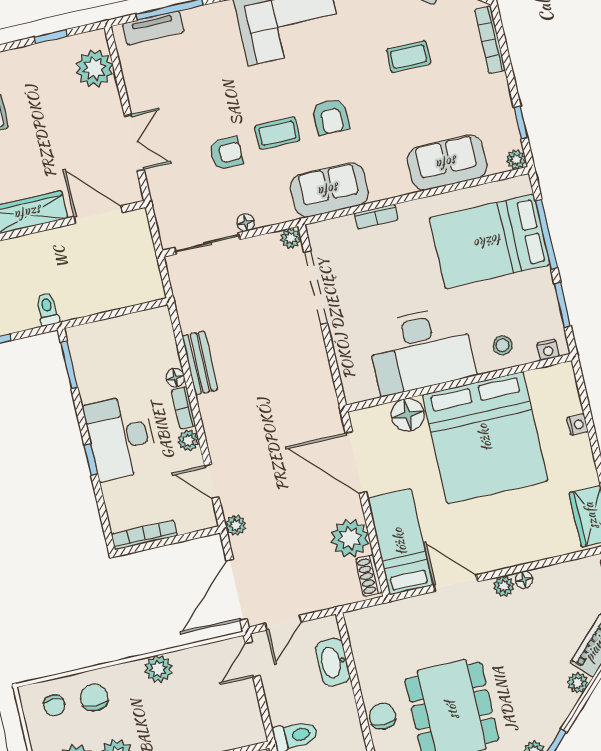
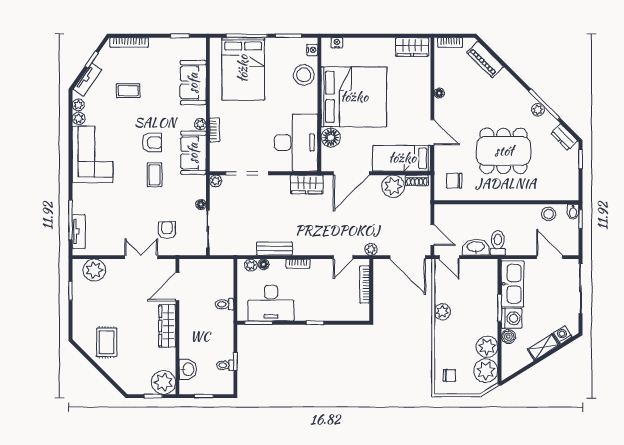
coffee table: (409, 57) -> (128, 91), turned 90
armchair: (226, 153) -> (167, 230), moved
plant: (516, 160) -> (200, 124), moved
toilet: (48, 309) -> (224, 304), moved
stool: (503, 345) -> (304, 75), width x1.89, depth x1.89
desk: (421, 350) -> (296, 143), moved
floor lamp: (175, 378) -> (264, 264), moved
wardrobe: (320, 392) -> (307, 184), added
nightstand: (577, 425) -> (337, 43), moved
desk: (121, 437) -> (271, 303), moved
plant: (188, 441) -> (251, 265), moved
bookcase: (144, 535) -> (365, 284), moved
door: (456, 583) -> (432, 132), swing flipped
plant: (504, 586) -> (440, 105), removed
washbasin: (333, 662) -> (476, 247), moved, turned 180
plant: (578, 683) -> (505, 76), removed
chair: (94, 697) -> (450, 352), removed
chair: (382, 716) -> (454, 181), moved

